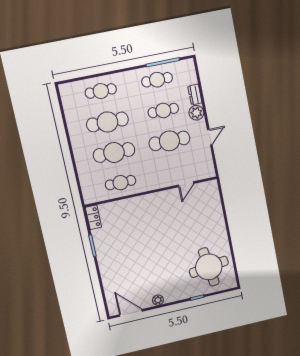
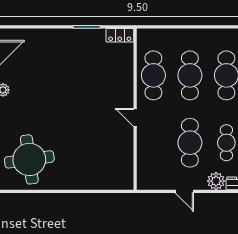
cafe table: (121, 183) -> (153, 75), width x1.37, depth x1.35
door: (186, 184) -> (135, 117), moved

